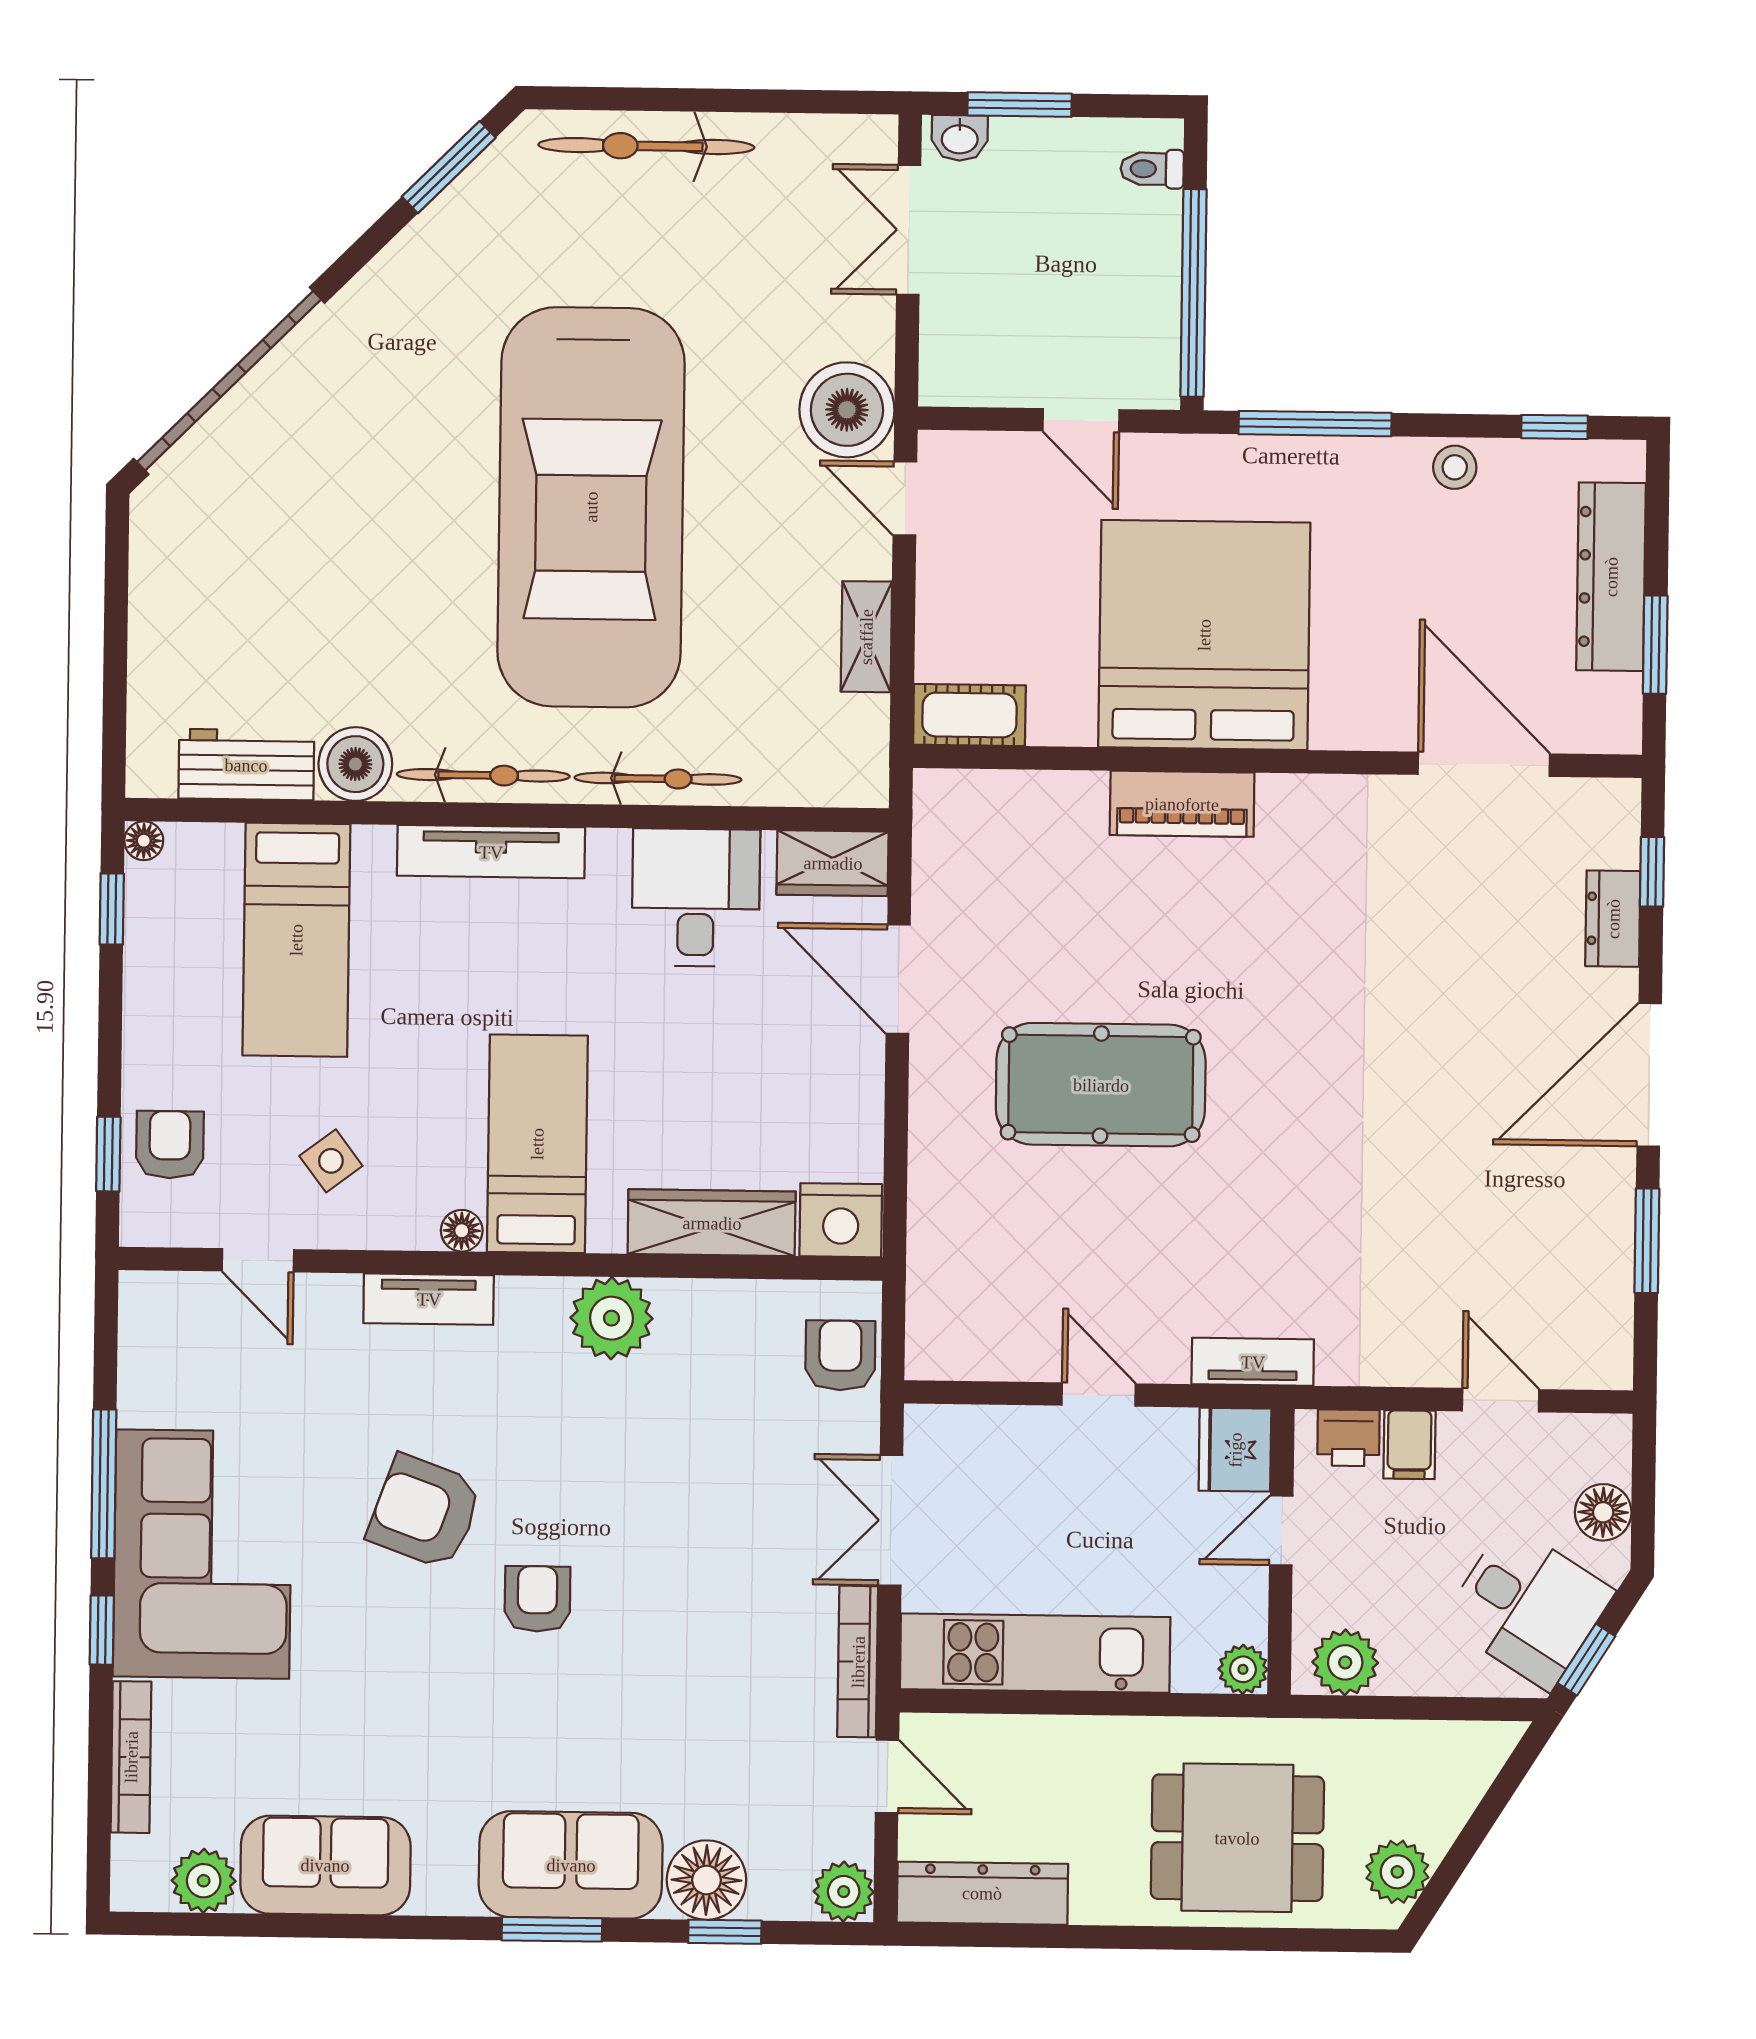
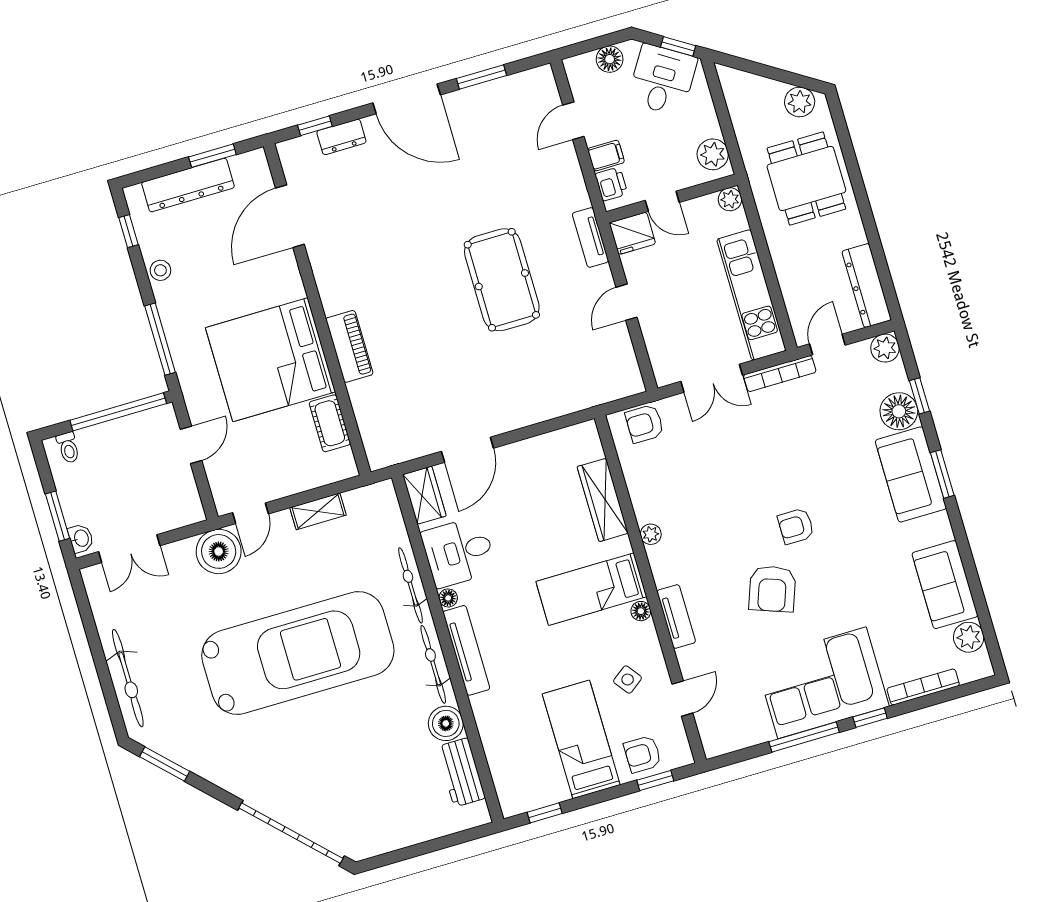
cot: (969, 715) -> (330, 423), moved
floor lamp: (144, 841) -> (448, 598), moved
bed: (296, 940) -> (581, 739), moved, turned -90
pool table: (1101, 1085) -> (502, 280), moved
nightstand: (841, 1220) -> (584, 442), removed
plant: (611, 1318) -> (651, 534), width x0.53, depth x0.53

